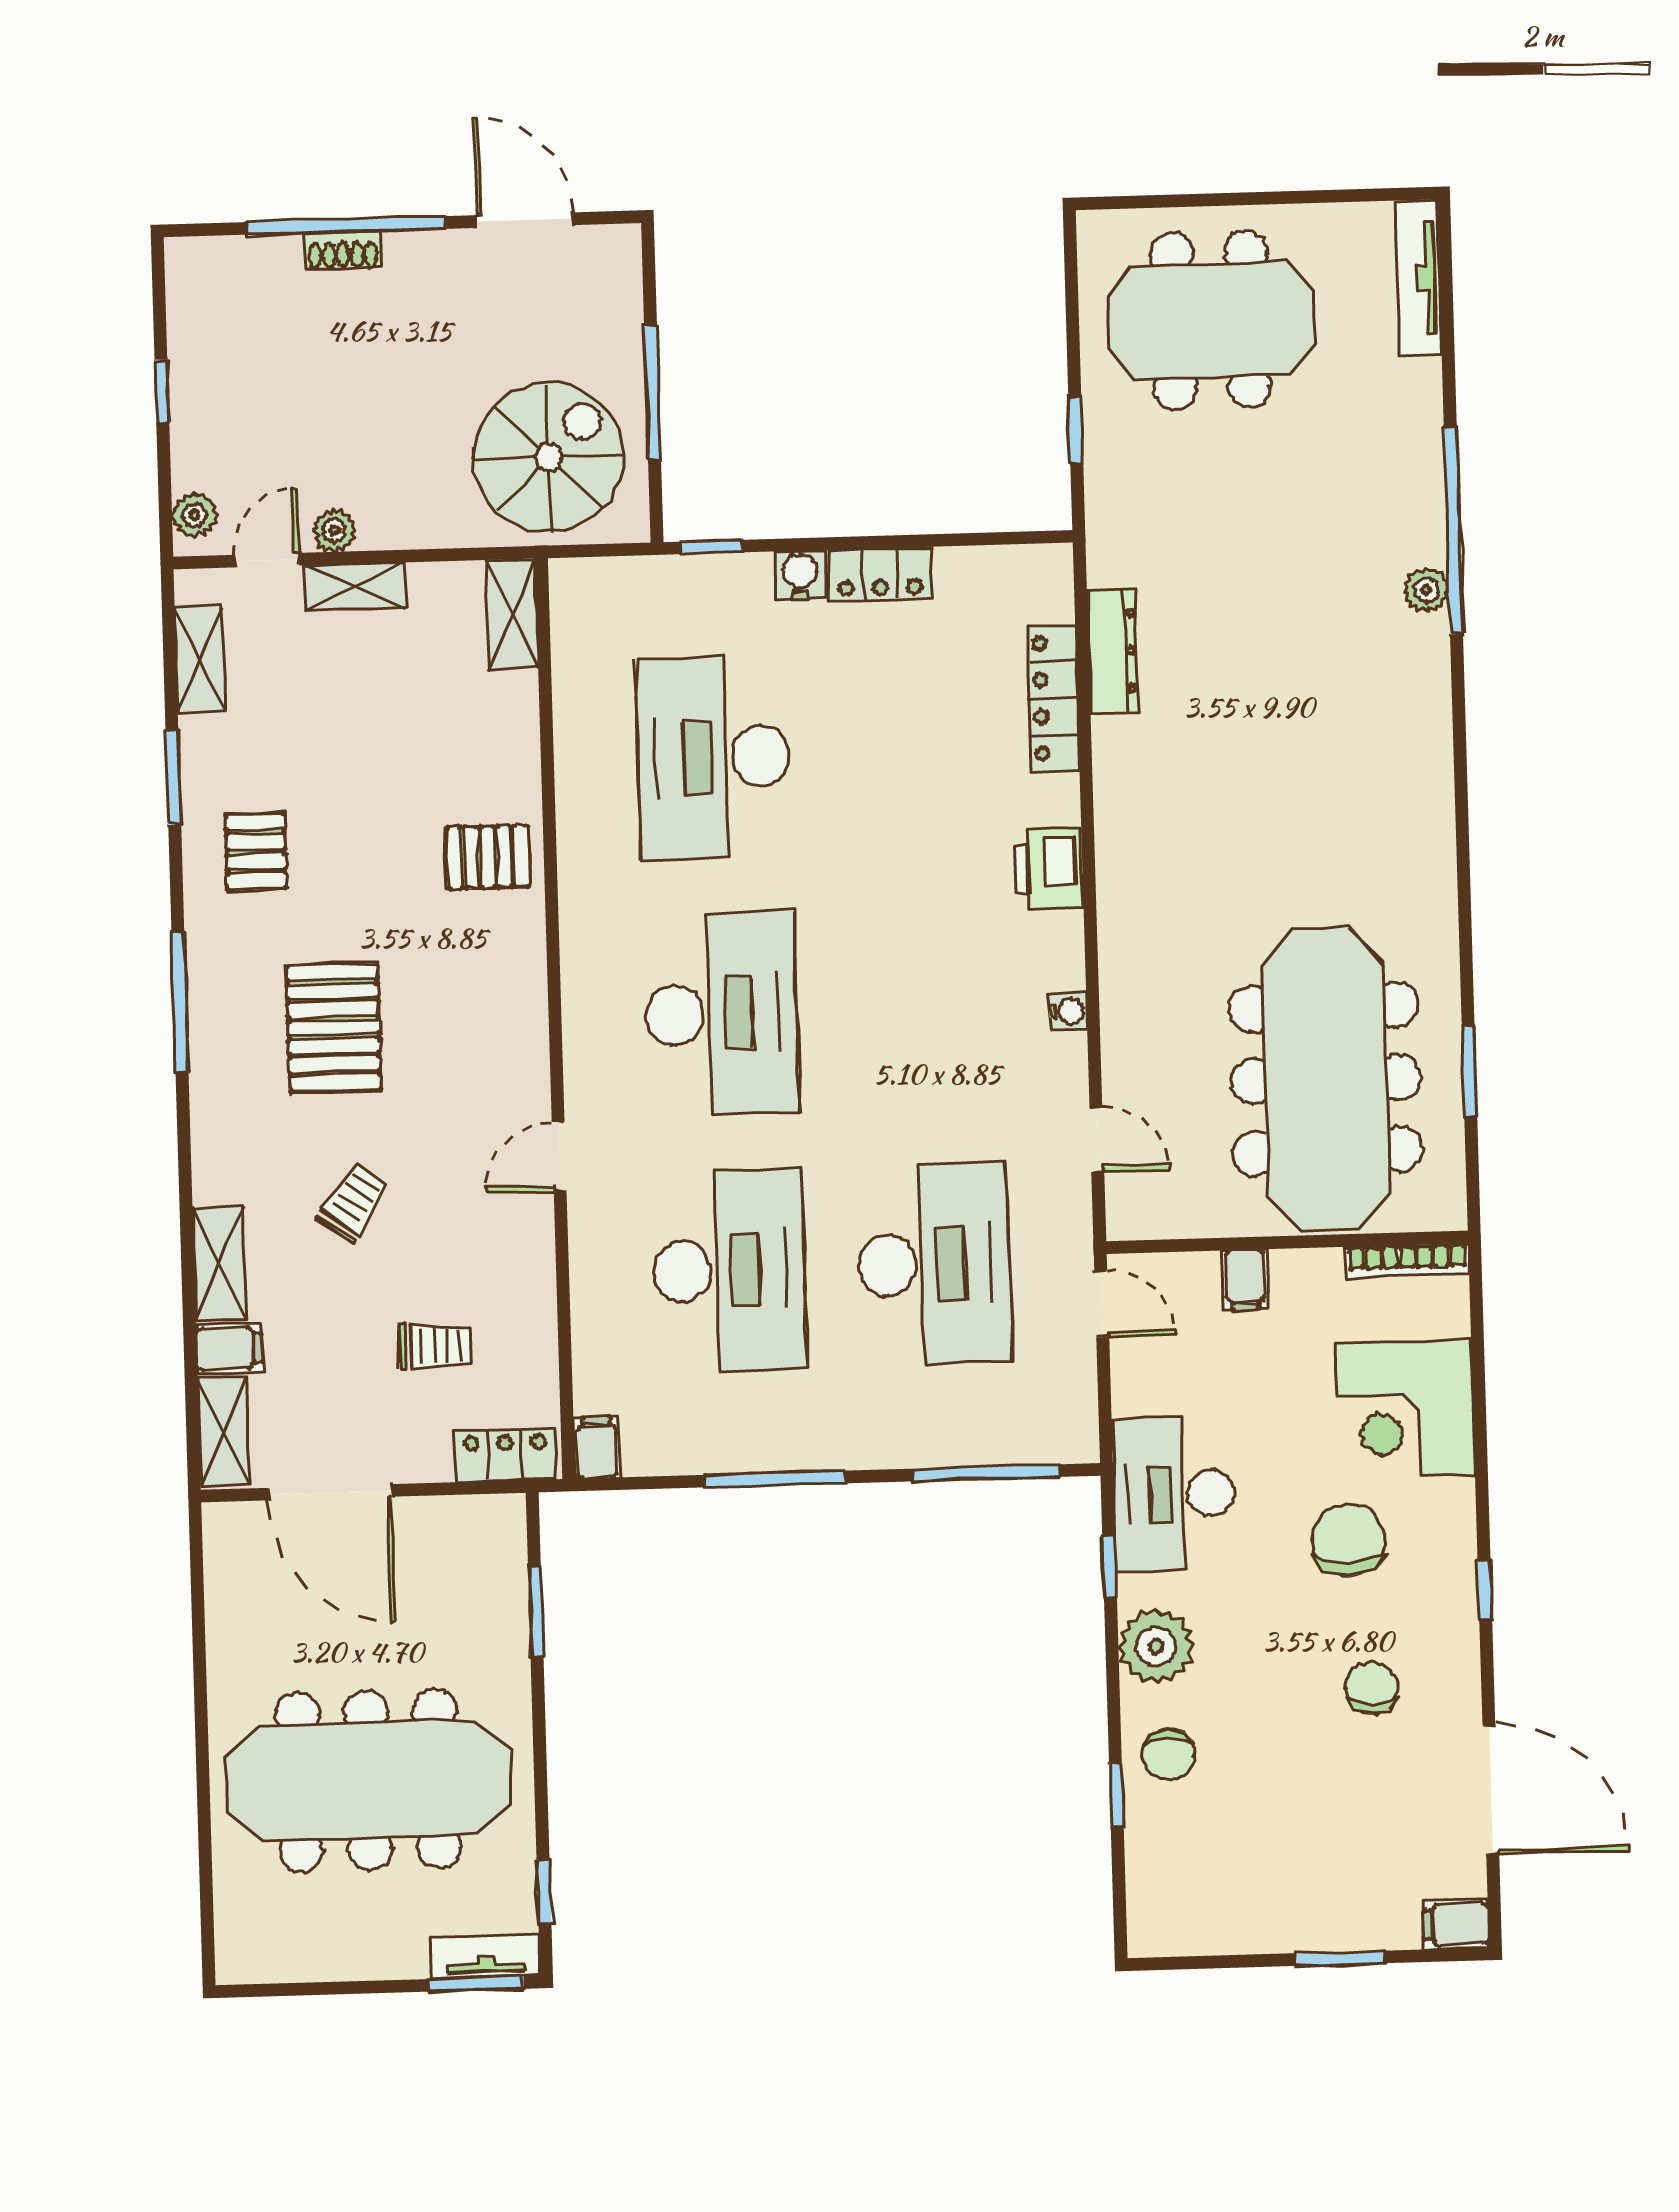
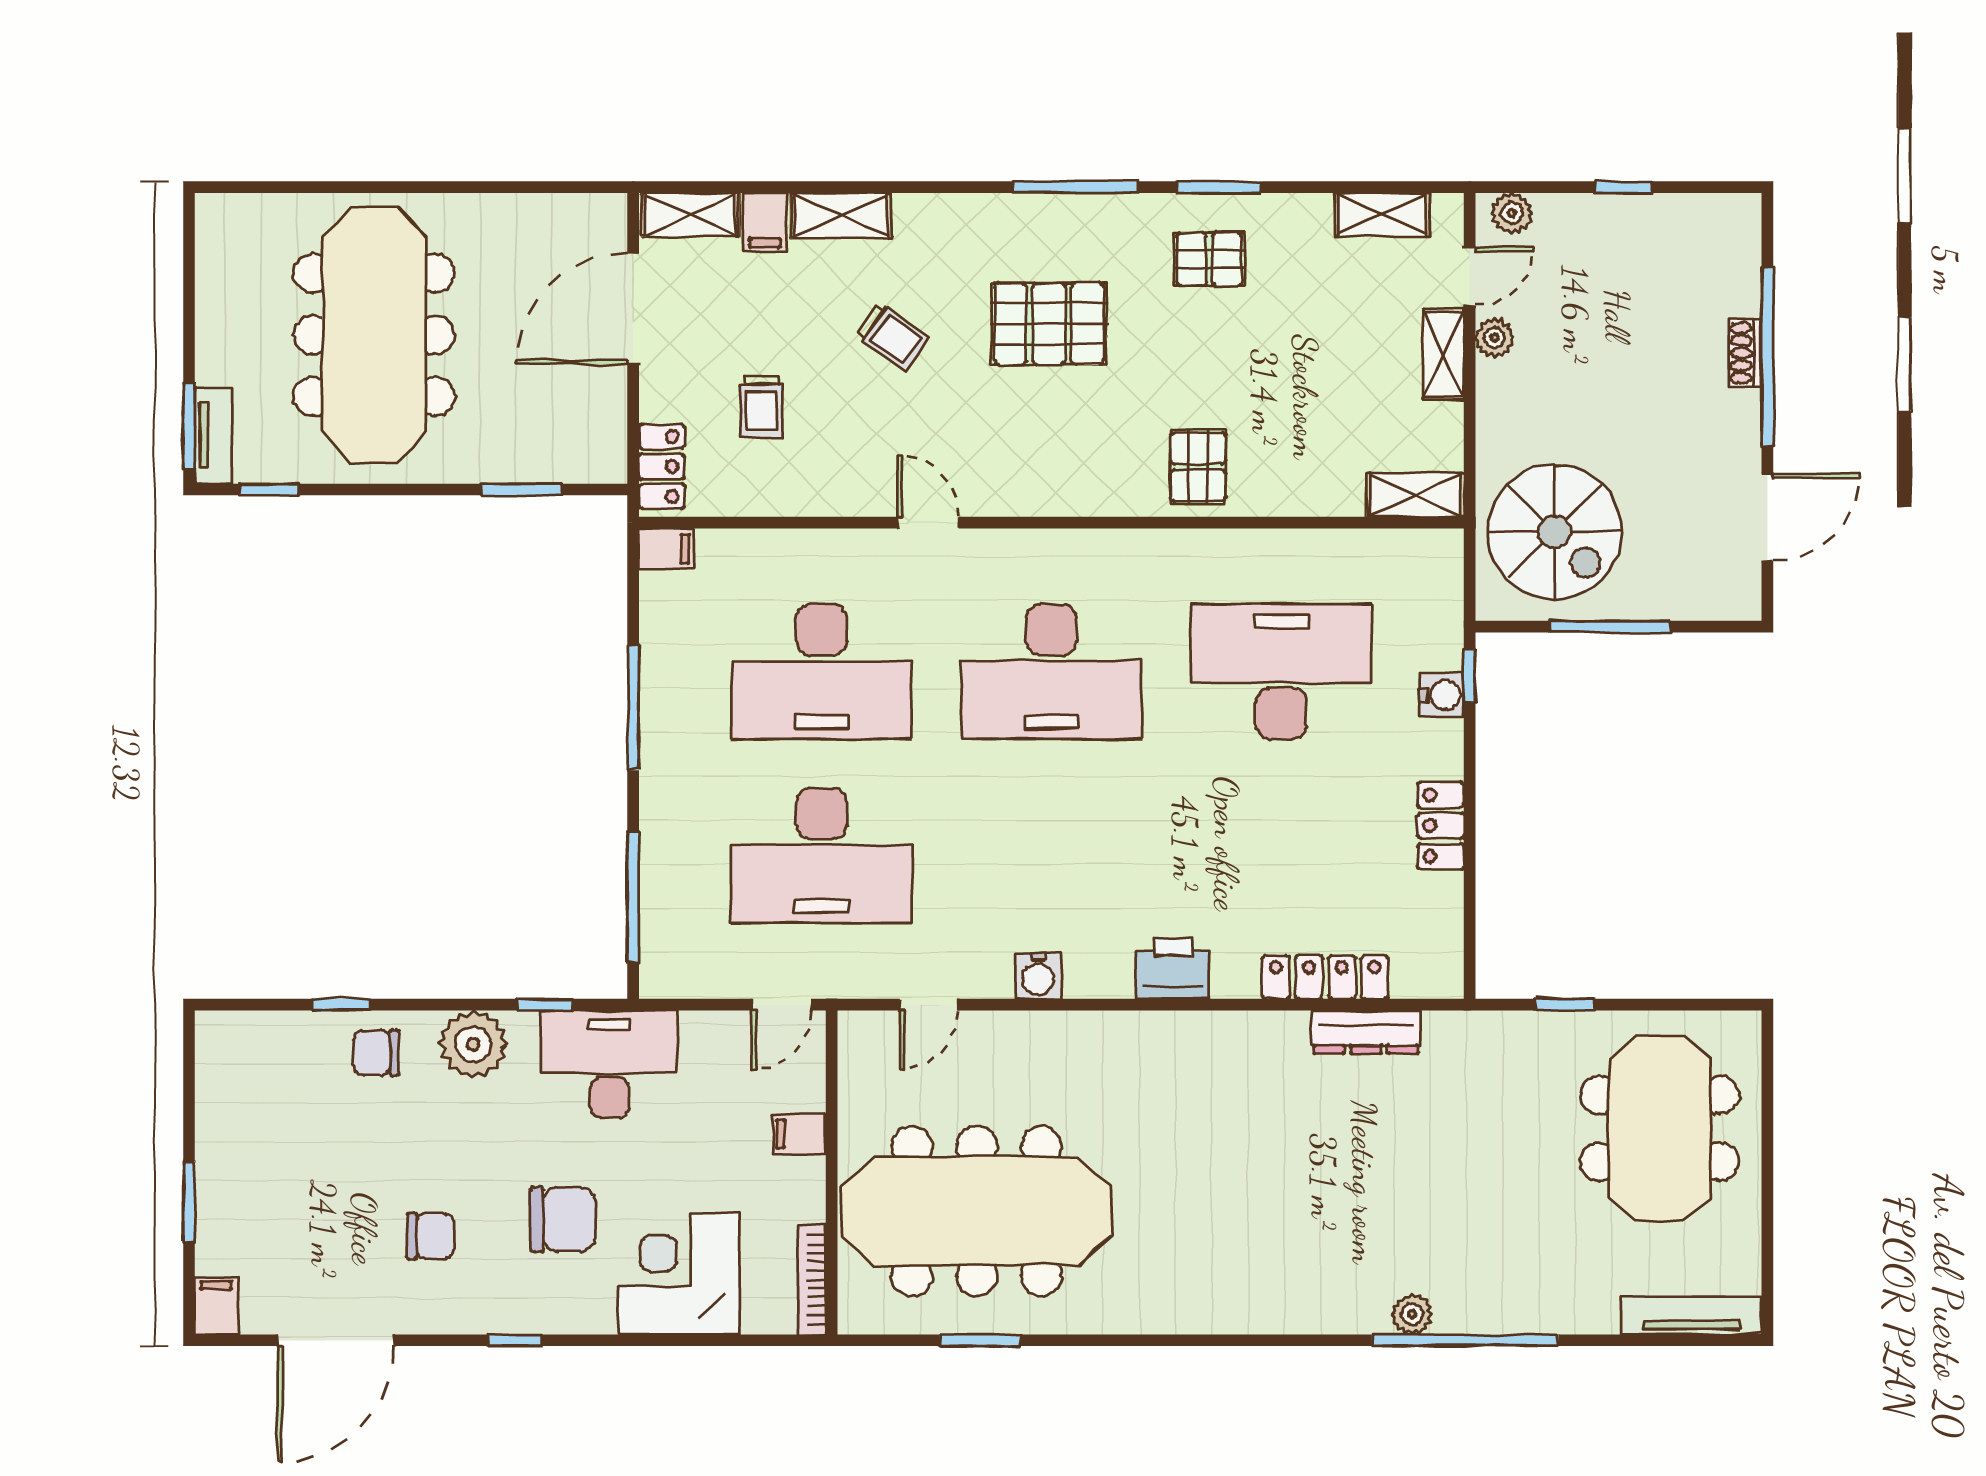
door: (267, 560) -> (1470, 277), hinge flipped
water cooler: (800, 575) -> (1442, 695), moved
window: (173, 777) -> (1219, 187), moved
water cooler: (1068, 1011) -> (1038, 976), width x1.38, depth x1.38

